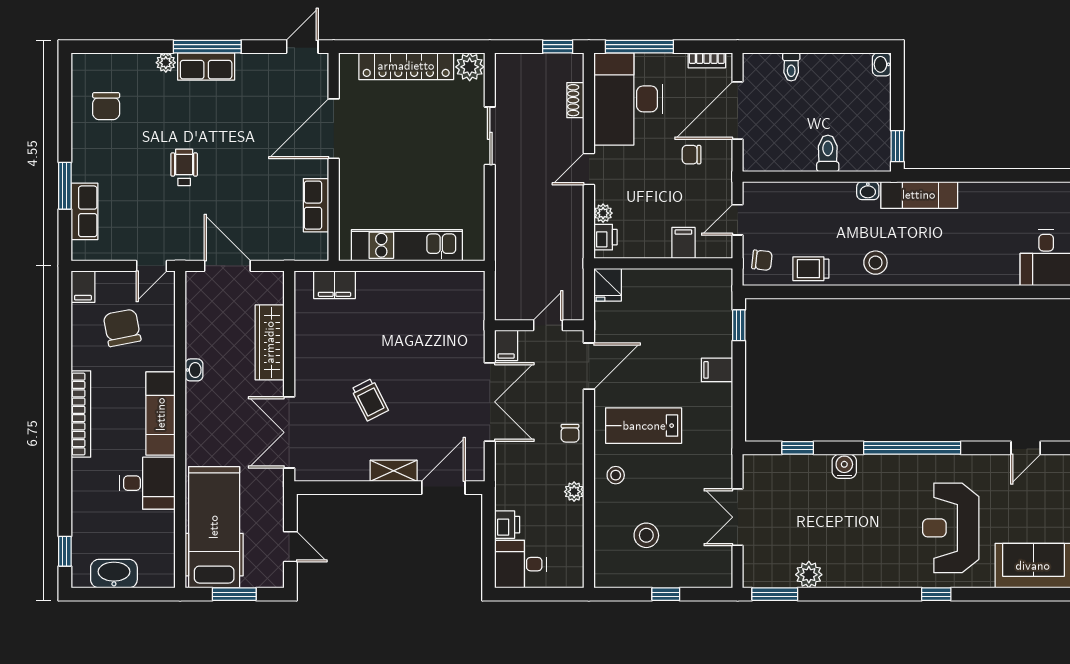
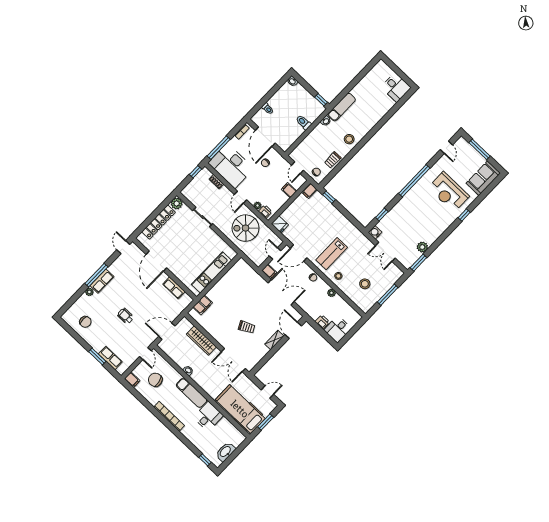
spiral stairs: (543, 230) -> (246, 228), added
door: (589, 366) -> (299, 253), swing flipped
filing cabinet: (717, 370) -> (309, 191), moved
water cooler: (844, 466) -> (375, 232), moved
window: (666, 594) -> (388, 295), width x2.17

